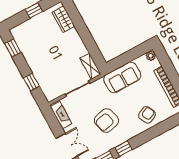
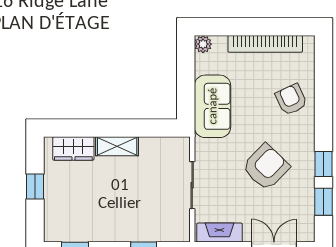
shelving: (90, 66) -> (117, 146), moved
armchair: (106, 121) -> (266, 167), turned -122

